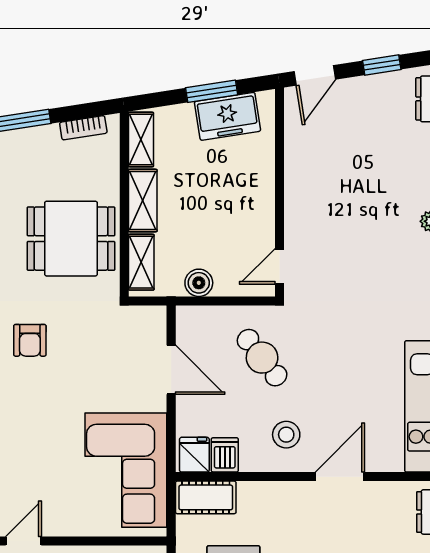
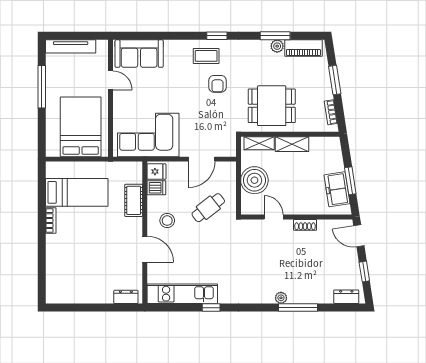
shelving: (141, 140) -> (325, 143), removed
shoe rack: (294, 176) -> (305, 225), added
dining table: (71, 239) -> (272, 106), turned 90
door: (279, 266) -> (274, 217), moved
boiler: (199, 283) -> (254, 180), width x1.86, depth x1.86
armchair: (30, 340) -> (217, 84), turned -90
cot: (206, 497) -> (134, 200), moved

